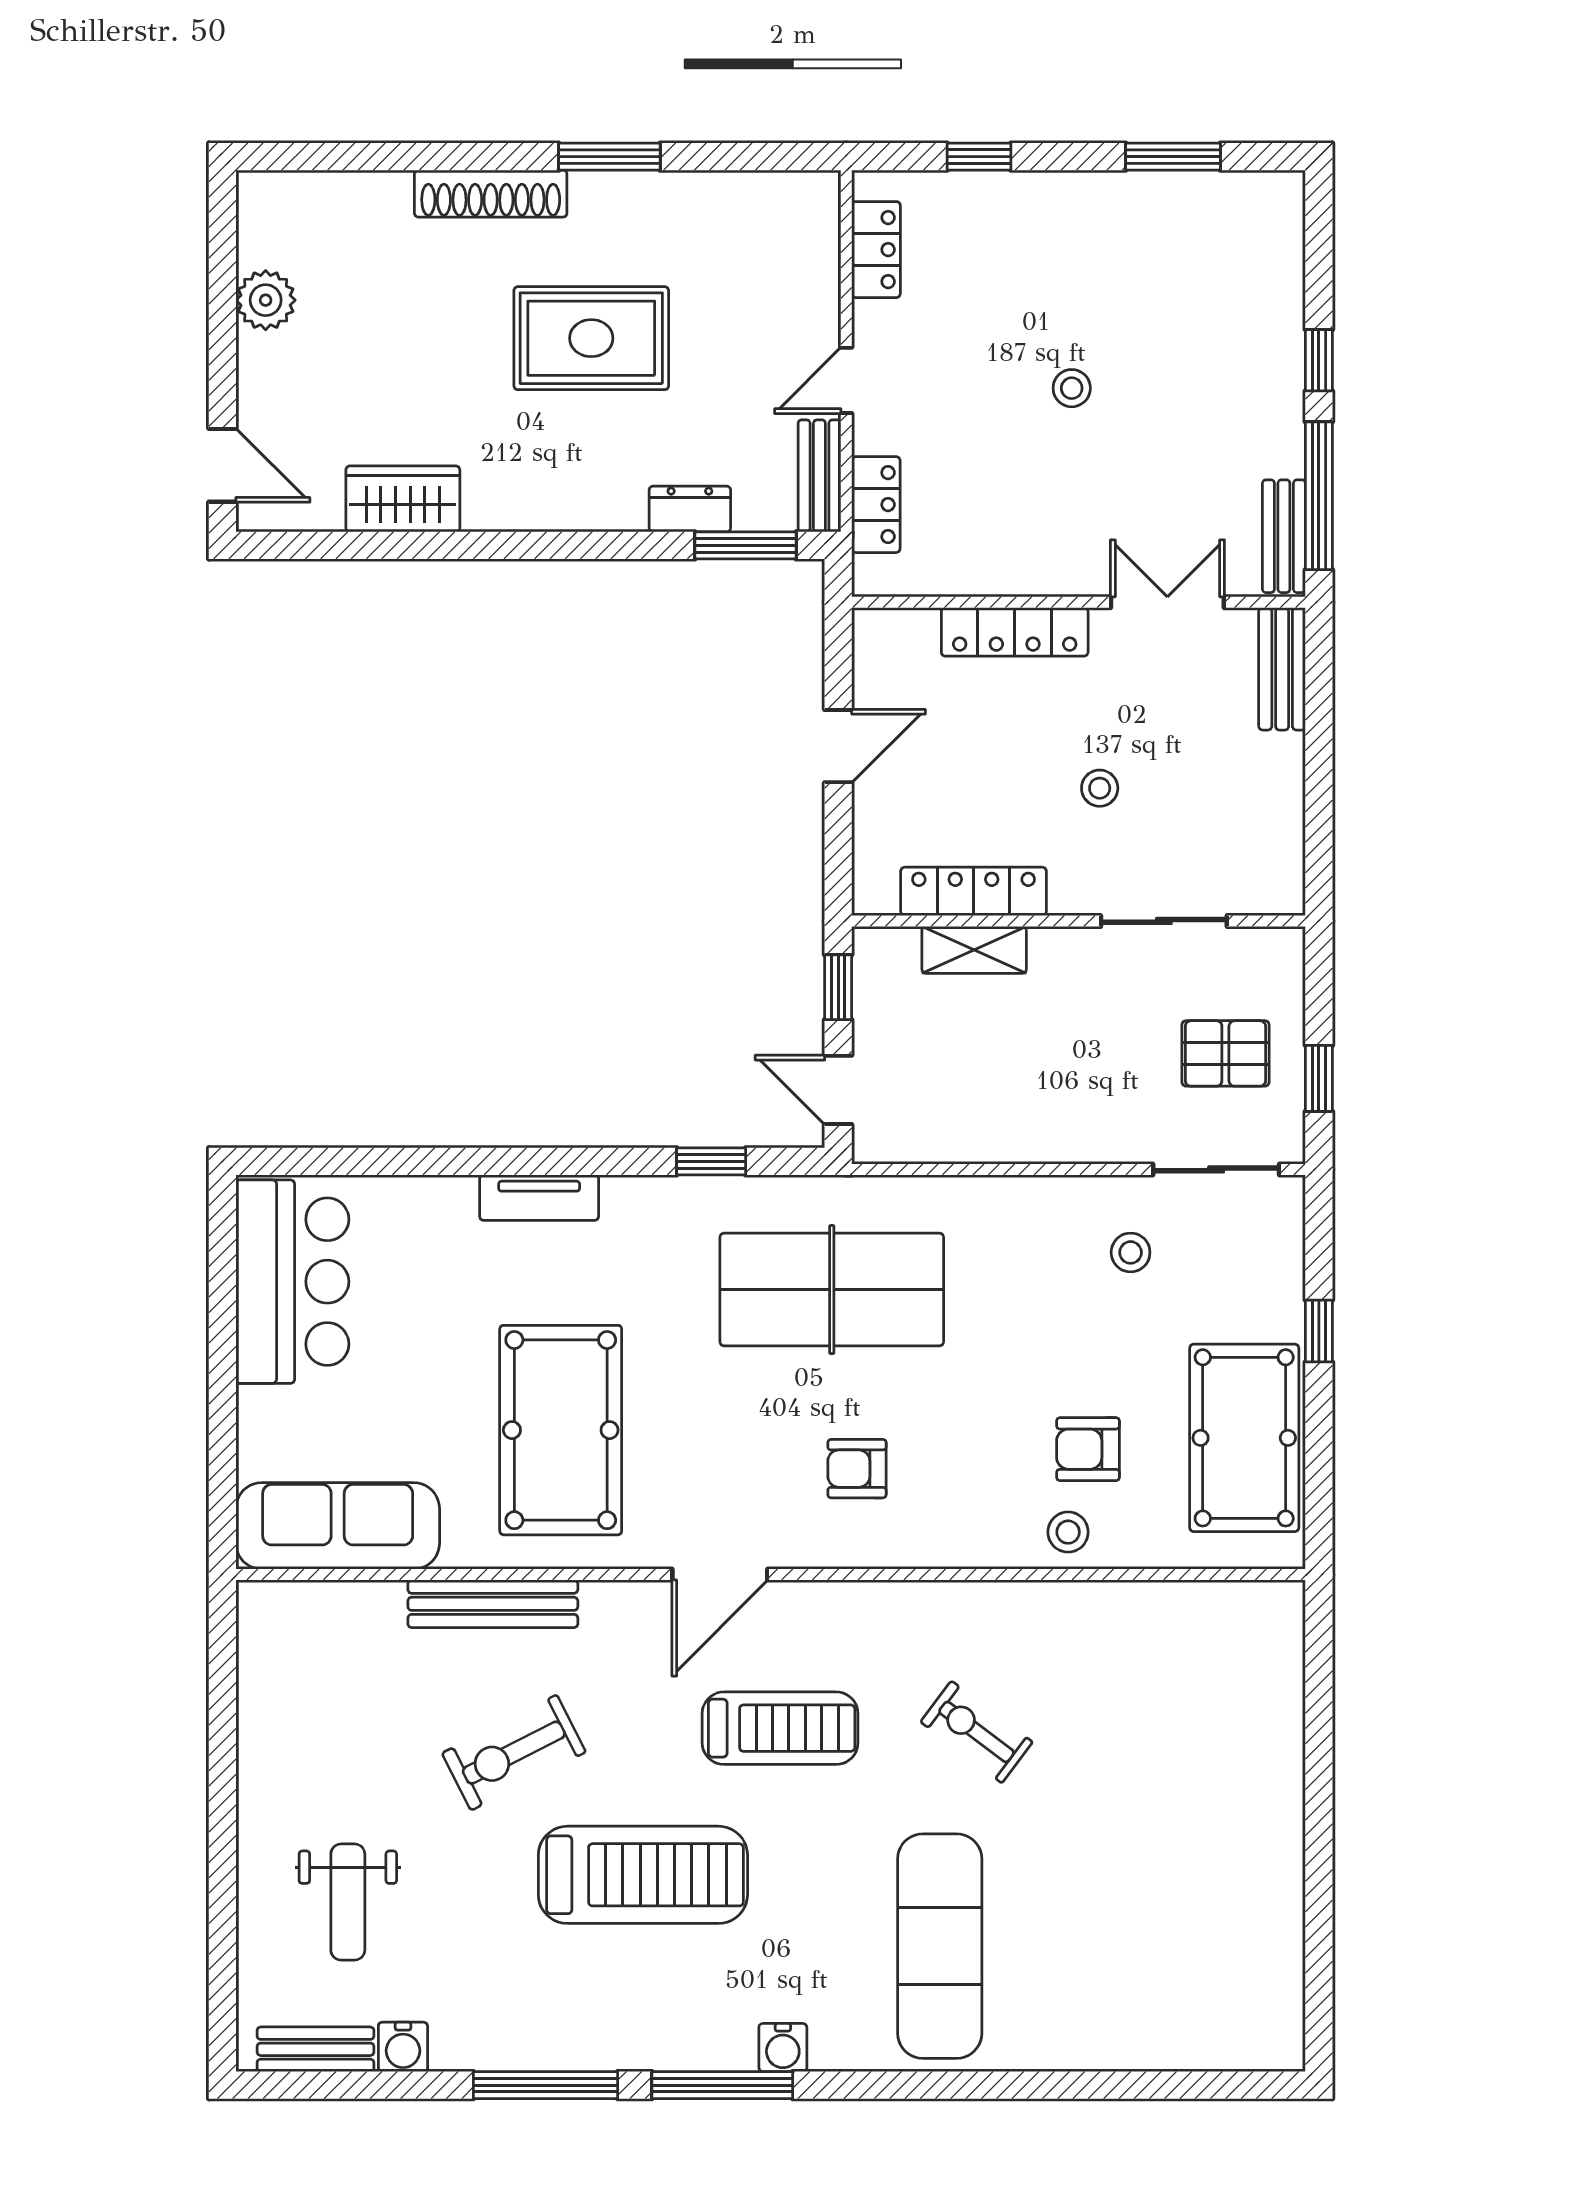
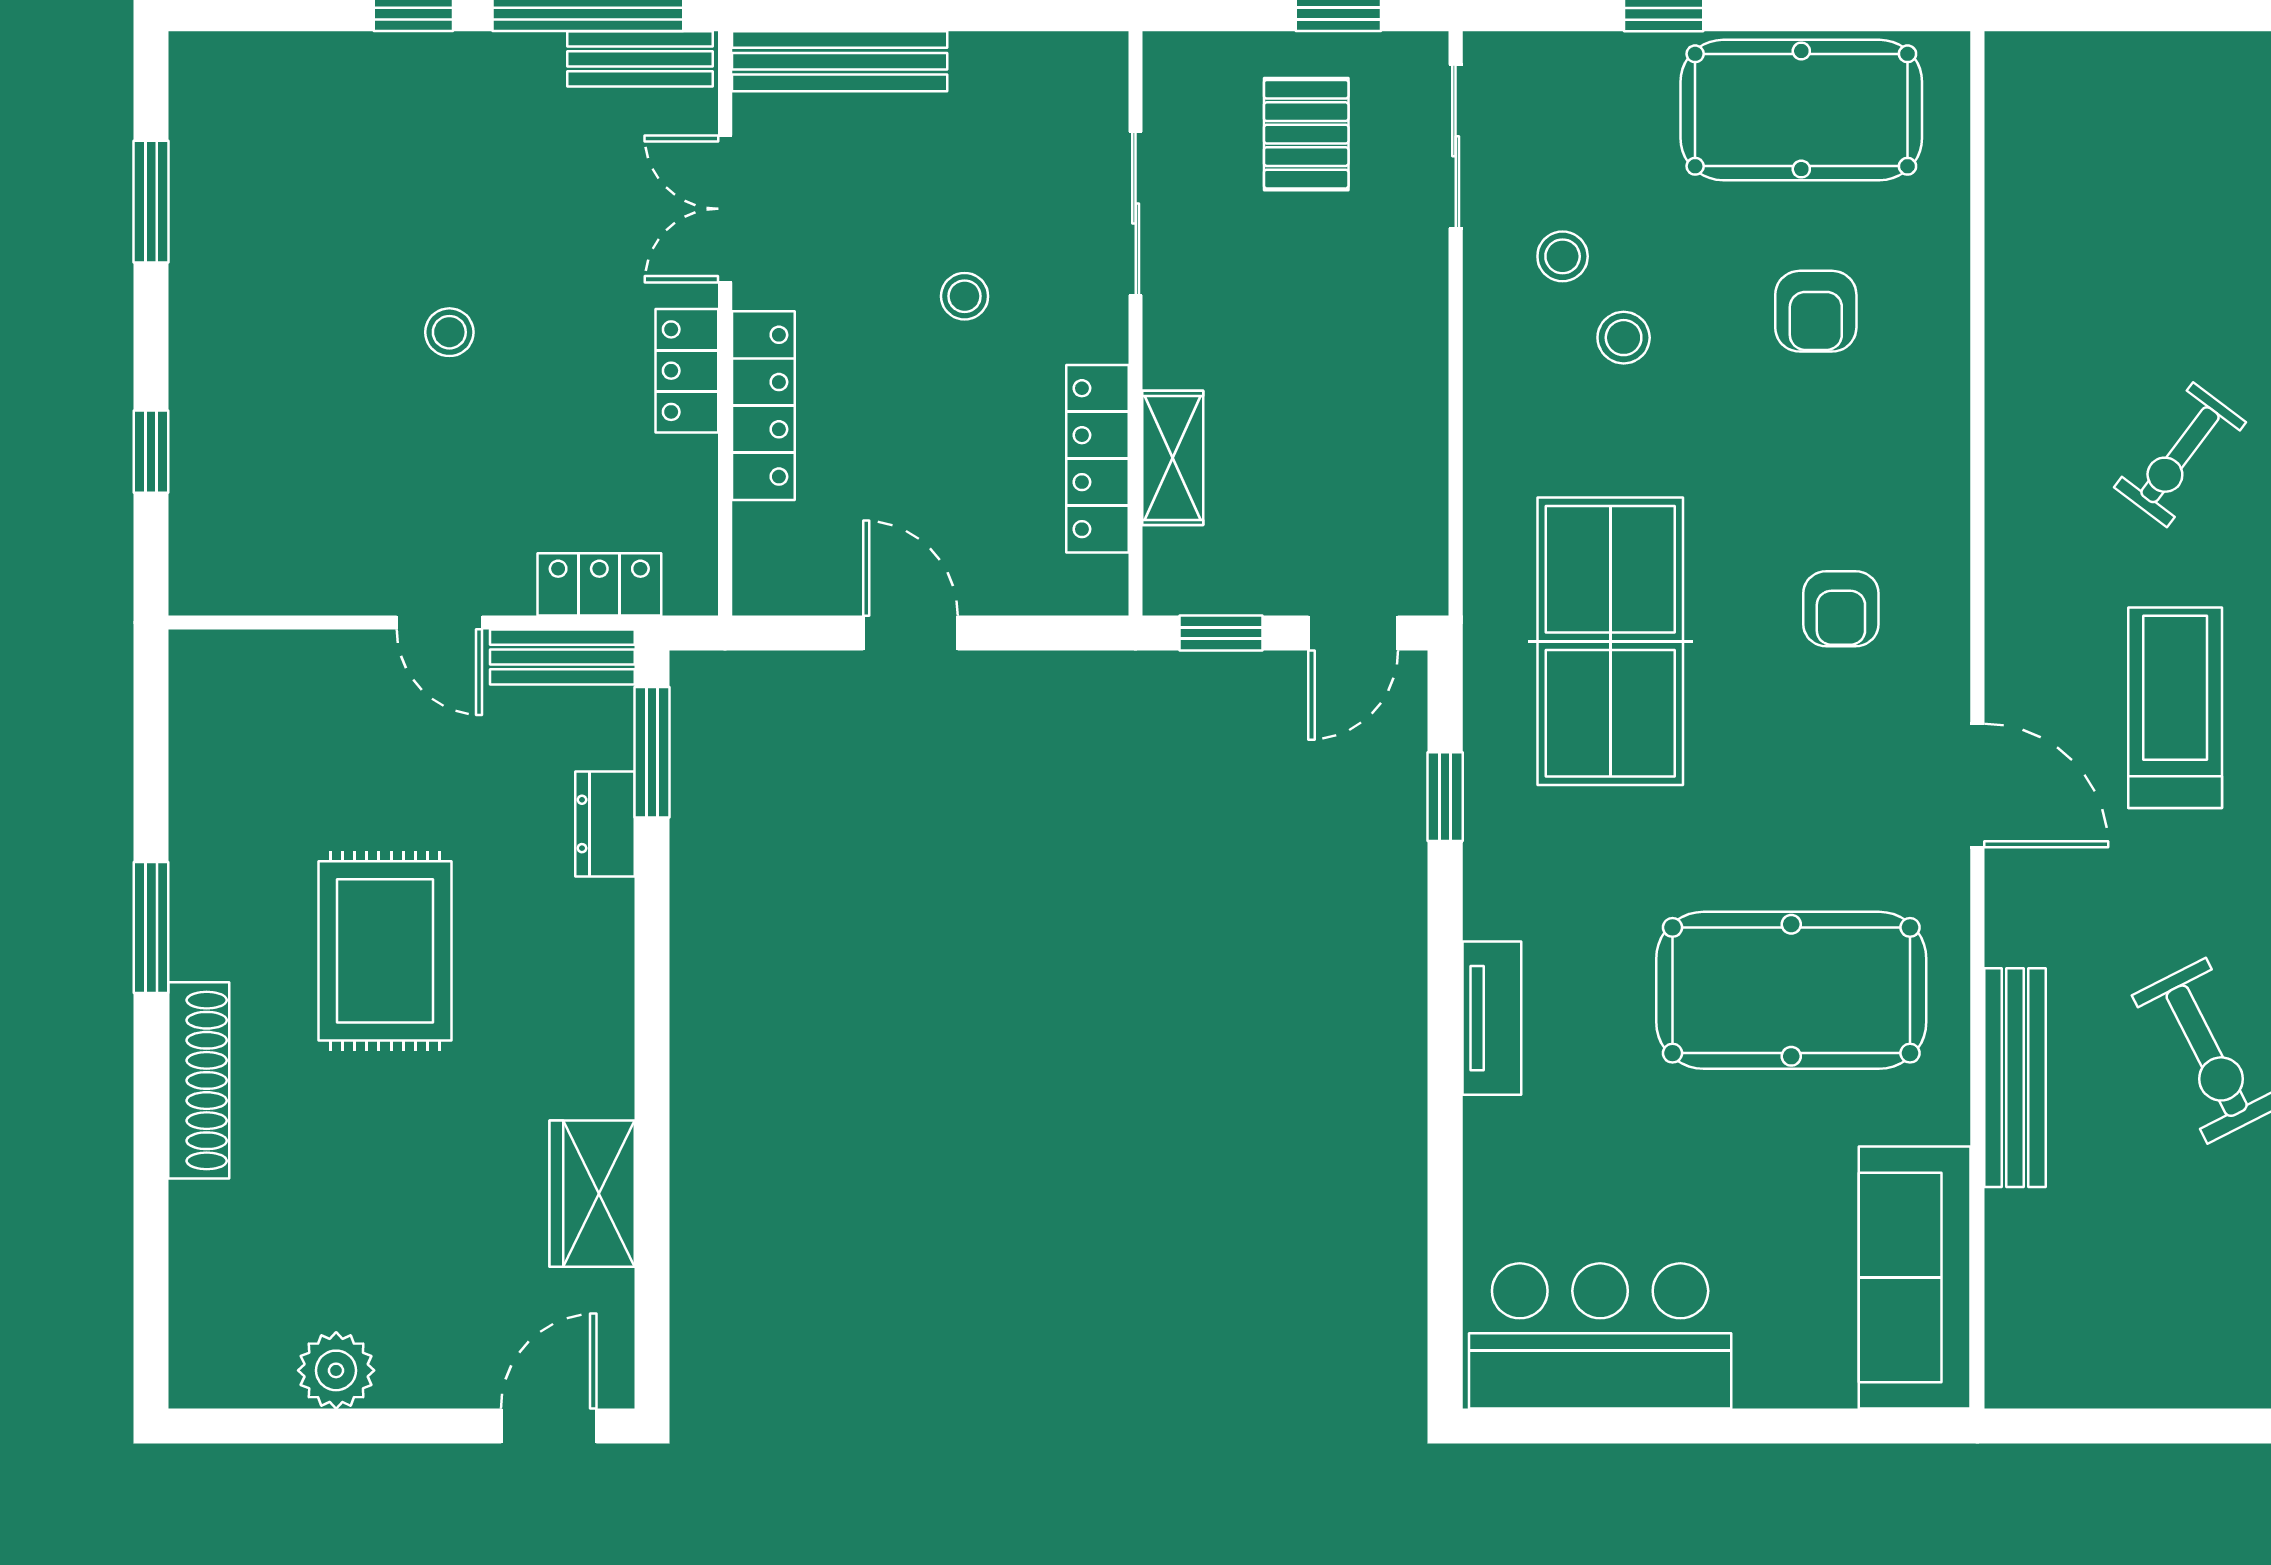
locker: (876, 250) -> (687, 371), moved, turned -90
bench: (1282, 669) -> (840, 61), width x1.36
stool: (1068, 1532) -> (1624, 338), moved

